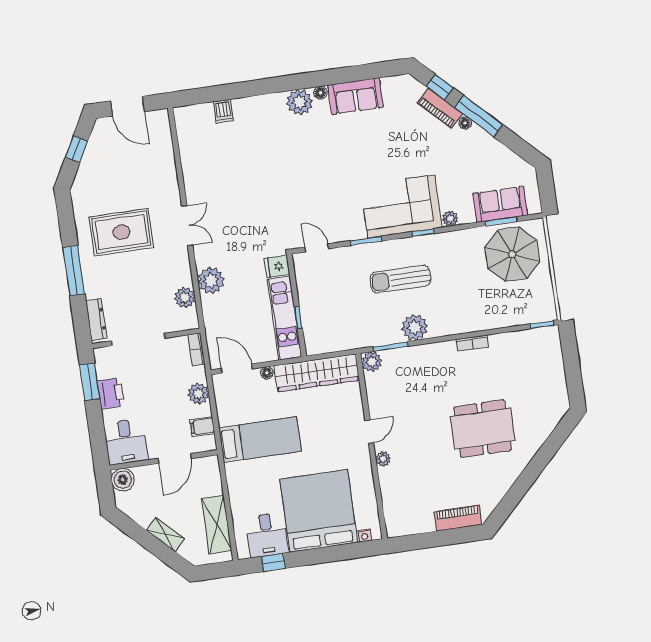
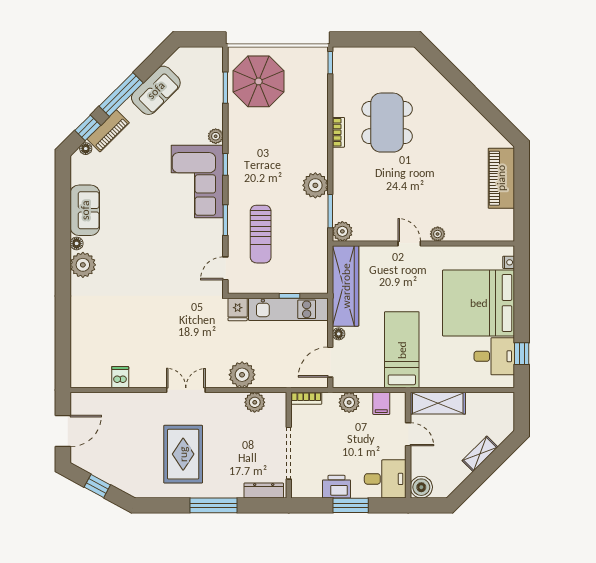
dishwasher: (223, 111) -> (120, 377), moved, turned -90
floor lamp: (465, 123) -> (86, 149), moved
sofa: (500, 204) -> (156, 90), moved, turned -135
sun lounger: (400, 279) -> (261, 234), moved
window: (90, 382) -> (351, 505), moved
dining table: (483, 429) -> (387, 123), moved
door: (175, 458) -> (408, 434), width x0.73
piano: (458, 518) -> (501, 178), width x1.37, depth x1.33
shelving: (217, 525) -> (438, 403), moved

